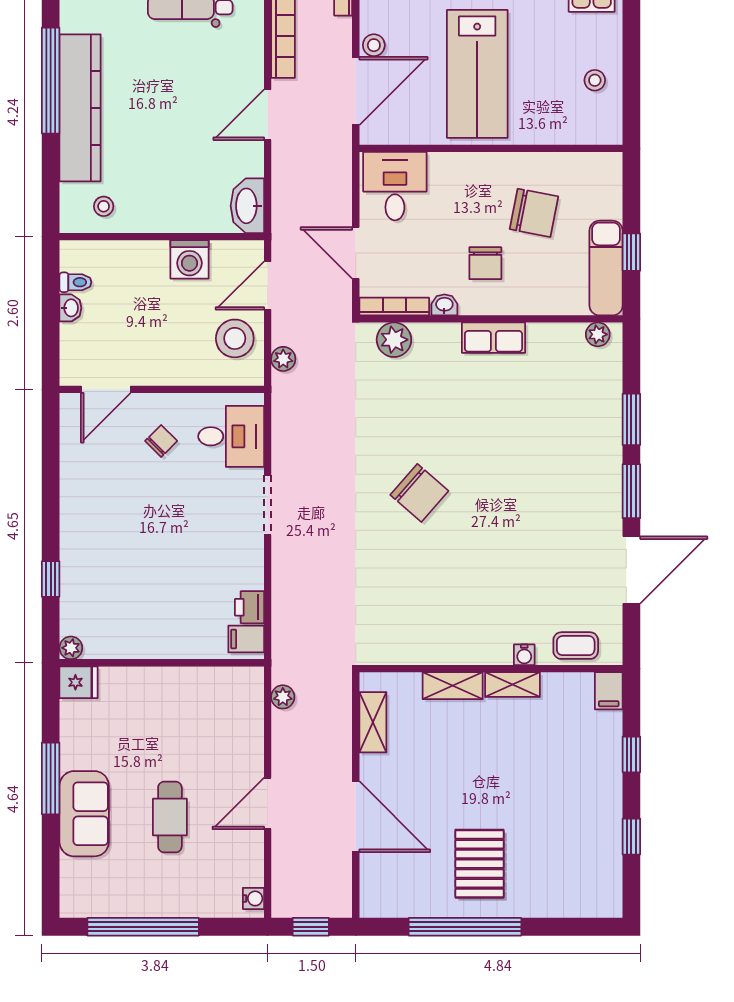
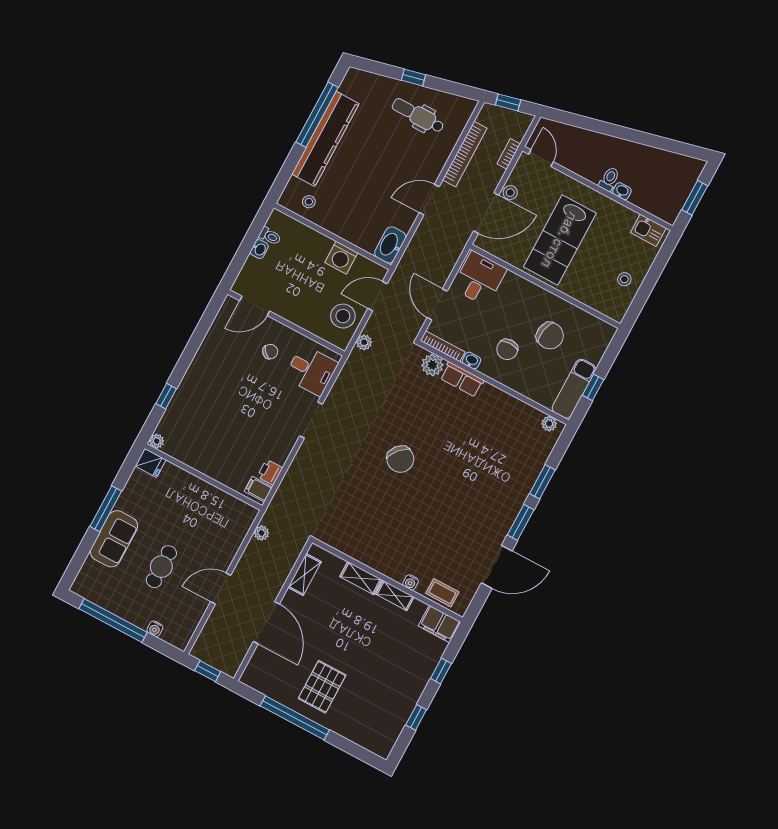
row of seats: (493, 338) -> (462, 379), moved
filing cabinet: (609, 691) -> (440, 624), width x2.00
water cooler: (253, 898) -> (155, 629), moved, turned 90

